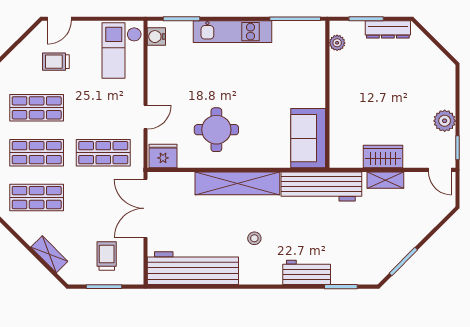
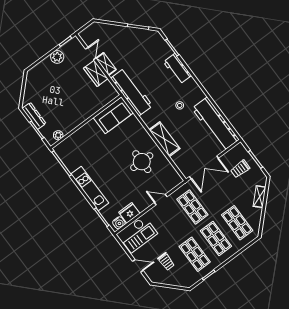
door: (59, 19) -> (138, 266), moved
fridge: (163, 156) -> (129, 213), moved, turned 90
door: (440, 170) -> (91, 53), moved
shelving: (237, 183) -> (164, 139), width x0.68

